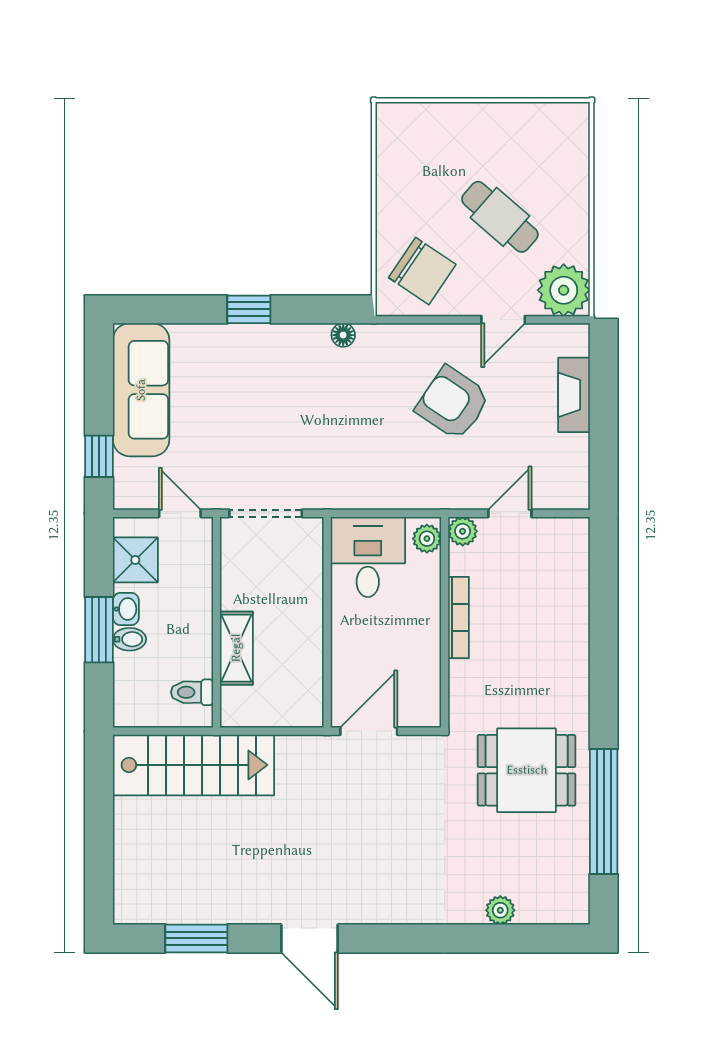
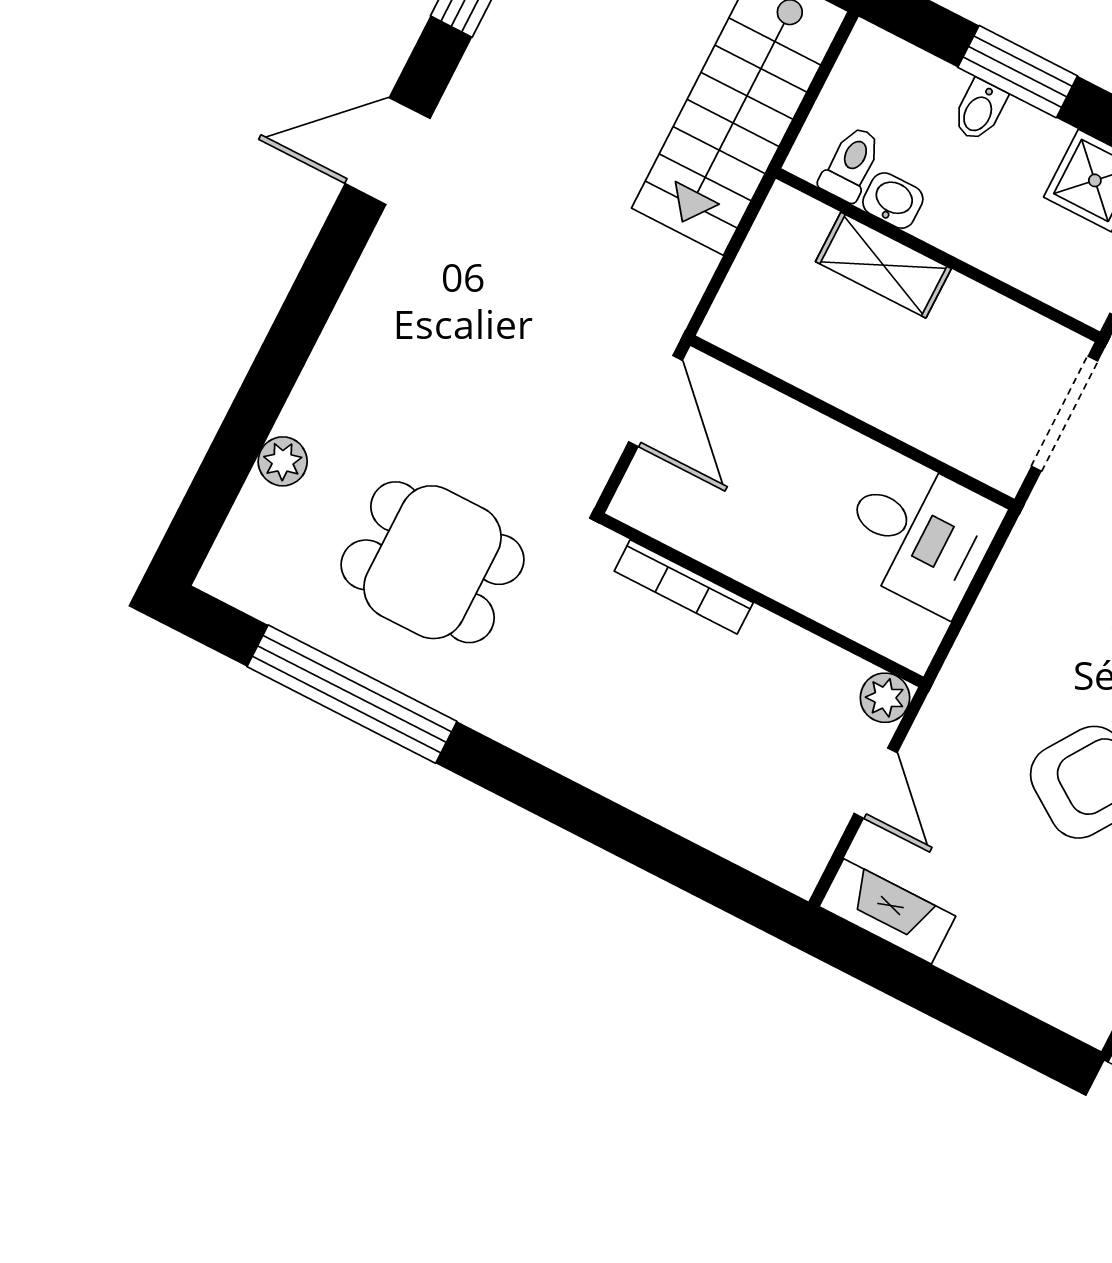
fireplace: (574, 395) -> (887, 911), moved
plant: (427, 539) -> (901, 638), removed
washbasin: (126, 609) -> (893, 201), moved, turned 180
bookcase: (458, 617) -> (684, 587), moved
dining table: (527, 770) -> (433, 562), moved, turned 90

